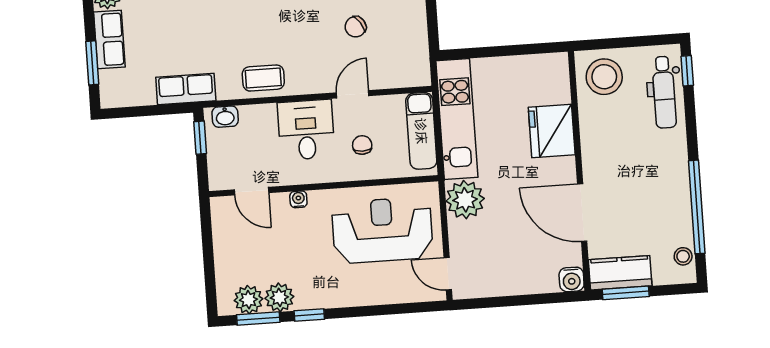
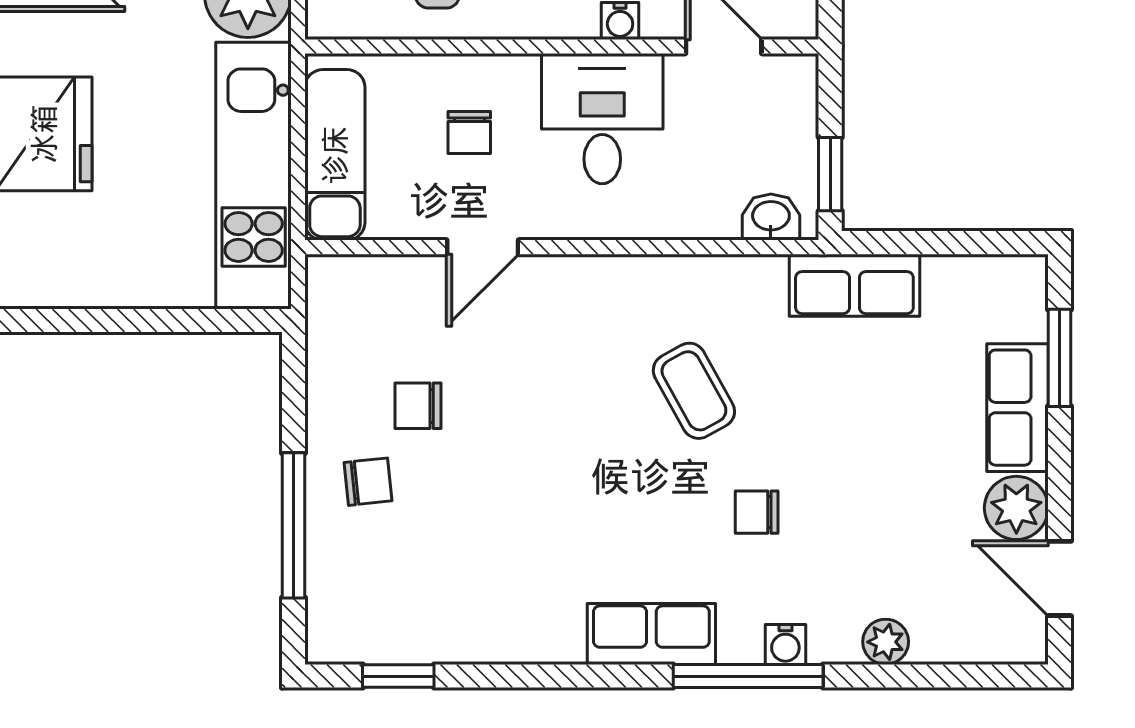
chair: (356, 27) -> (418, 406), moved, turned -147
coffee table: (263, 78) -> (694, 391), moved, turned 61
desk: (306, 130) -> (602, 119), moved, turned 180

